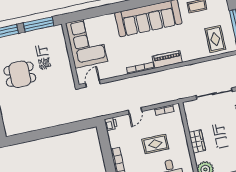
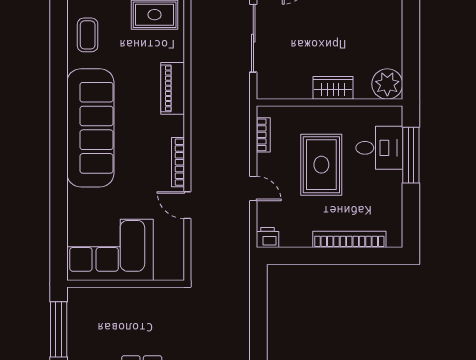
piano: (167, 59) -> (173, 88), moved
door: (93, 84) -> (187, 205), moved
rug: (155, 144) -> (321, 165), width x1.36, depth x1.43

